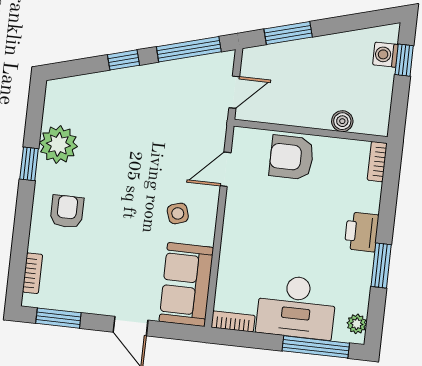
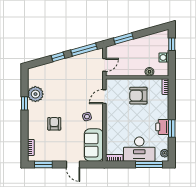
washing machine: (385, 55) -> (164, 58), moved
armchair: (291, 157) -> (138, 96), moved
armchair: (67, 212) -> (54, 124), moved
printer: (362, 232) -> (162, 127), moved

